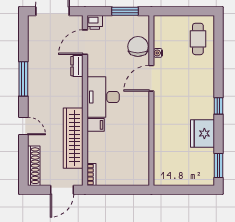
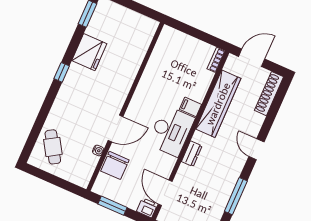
cafe table: (198, 39) -> (53, 147), turned -32
door: (85, 42) -> (165, 193), swing flipped
dresser: (77, 66) -> (192, 154), moved
window: (23, 79) -> (236, 196), moved
door: (23, 126) -> (257, 149), moved

